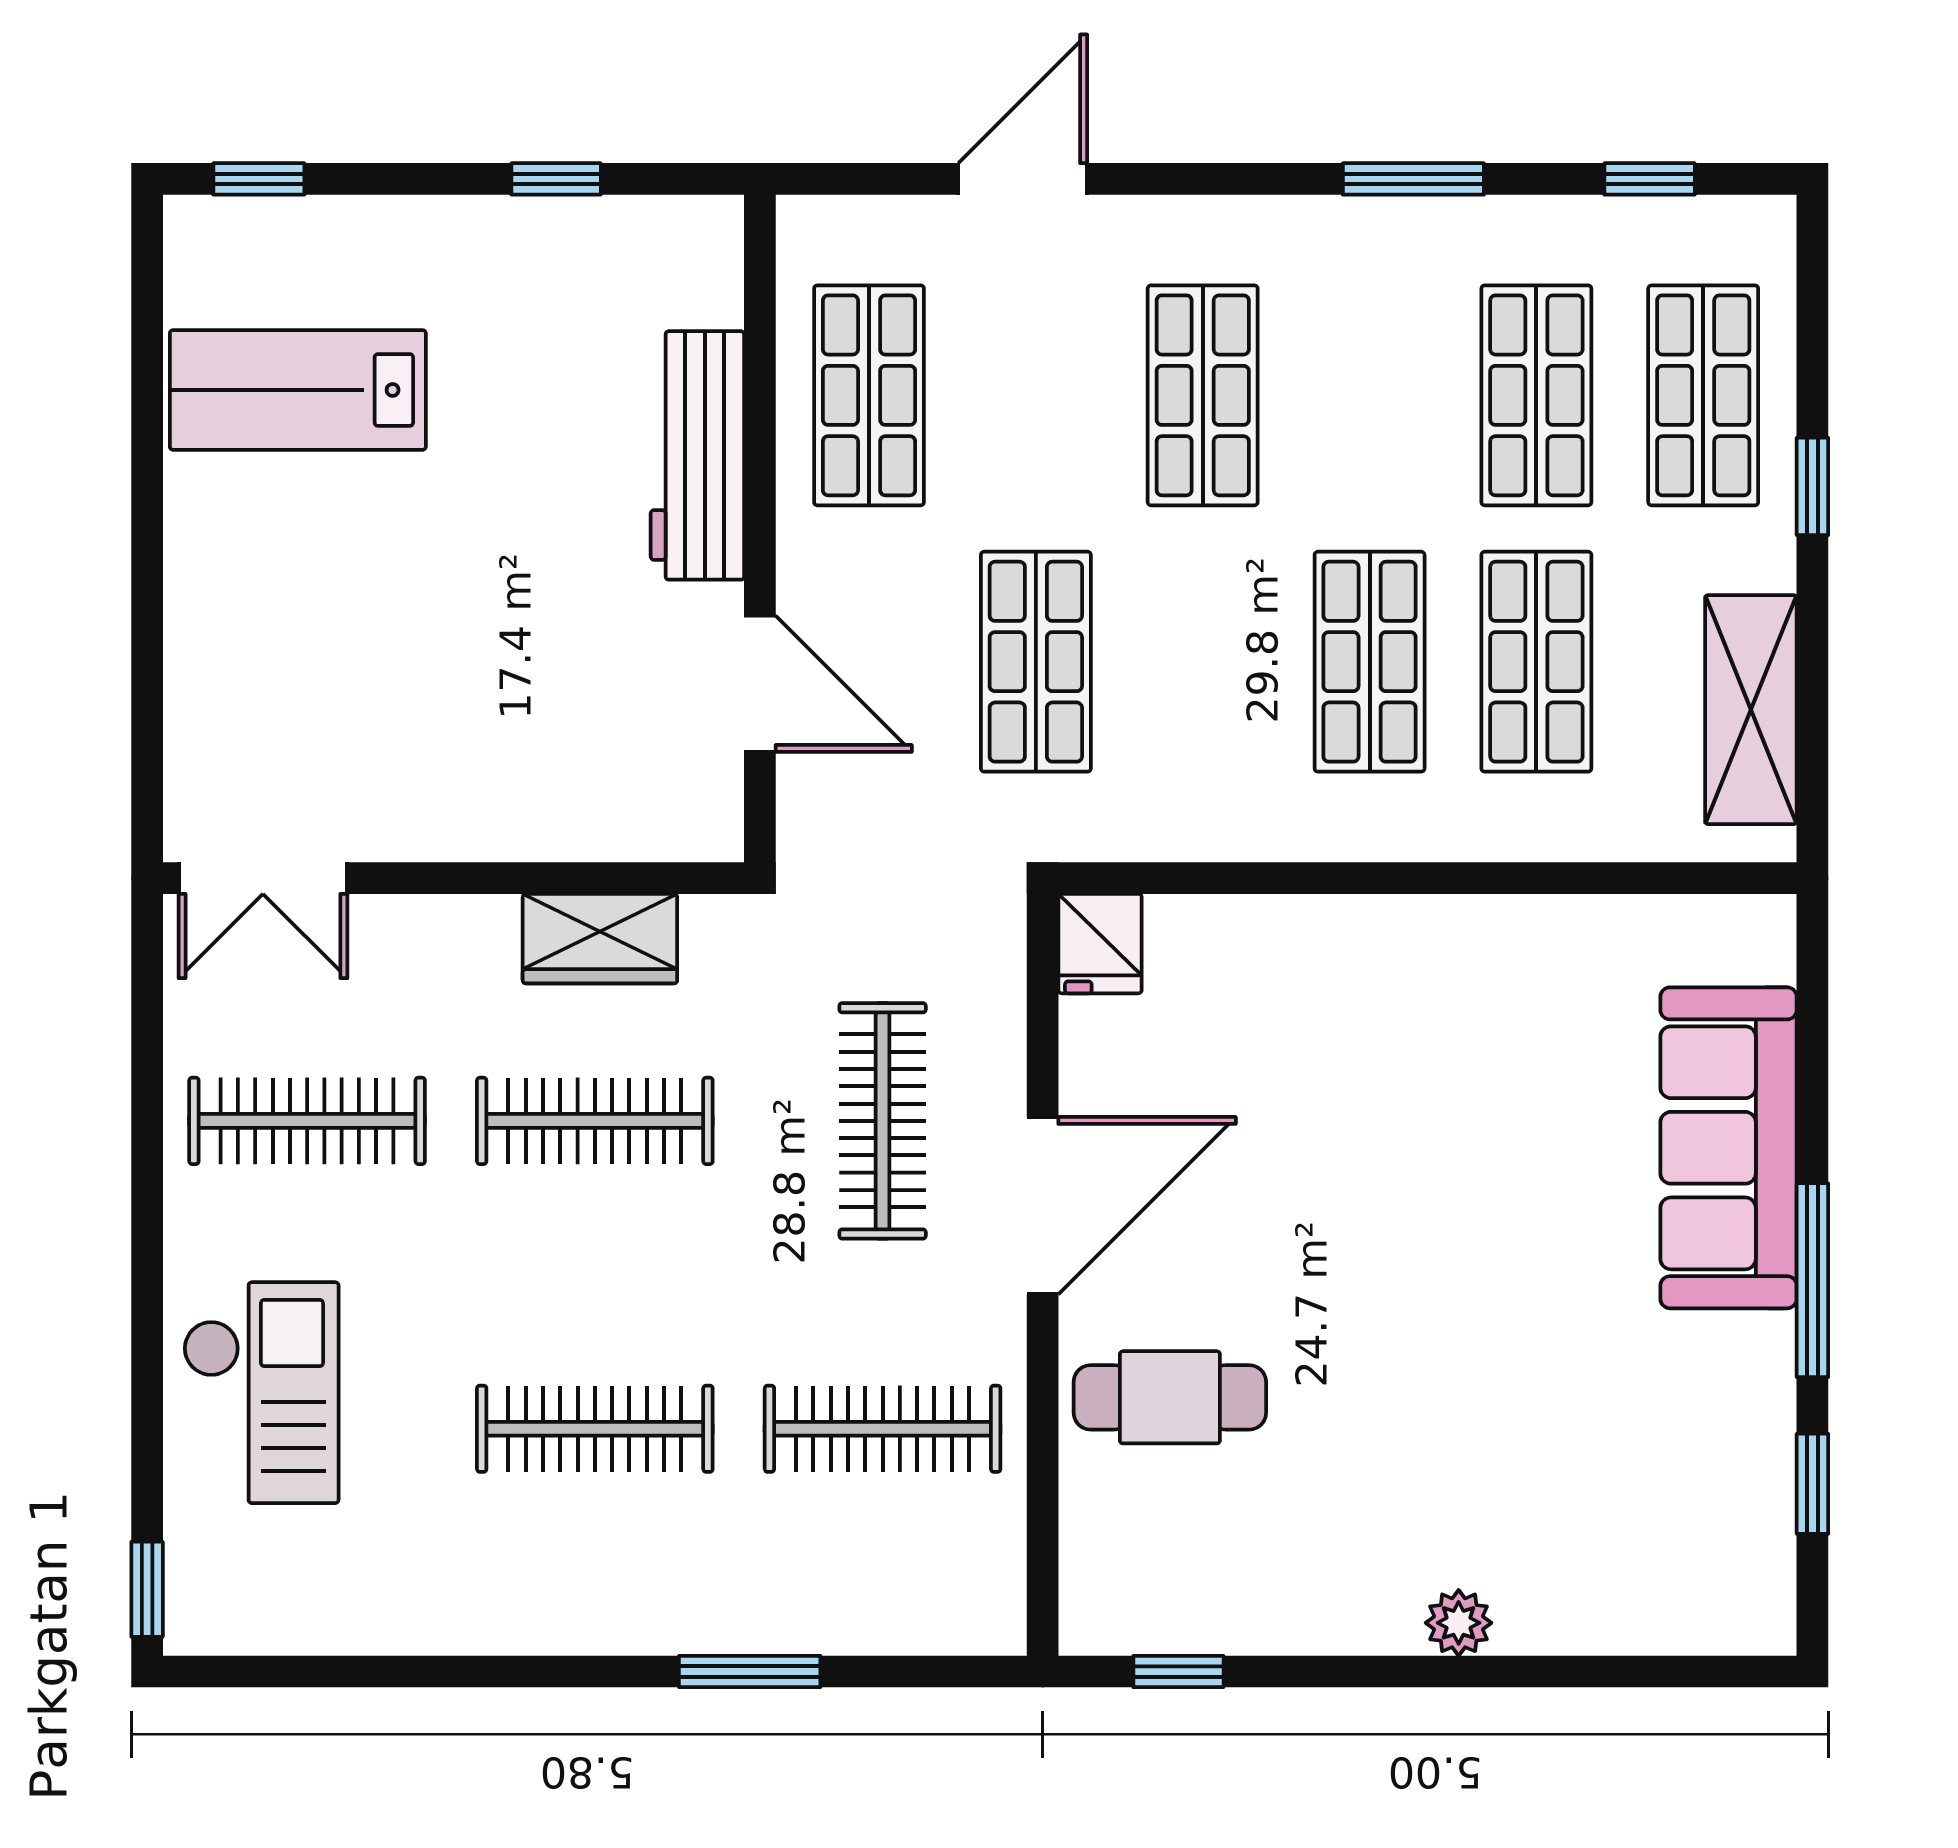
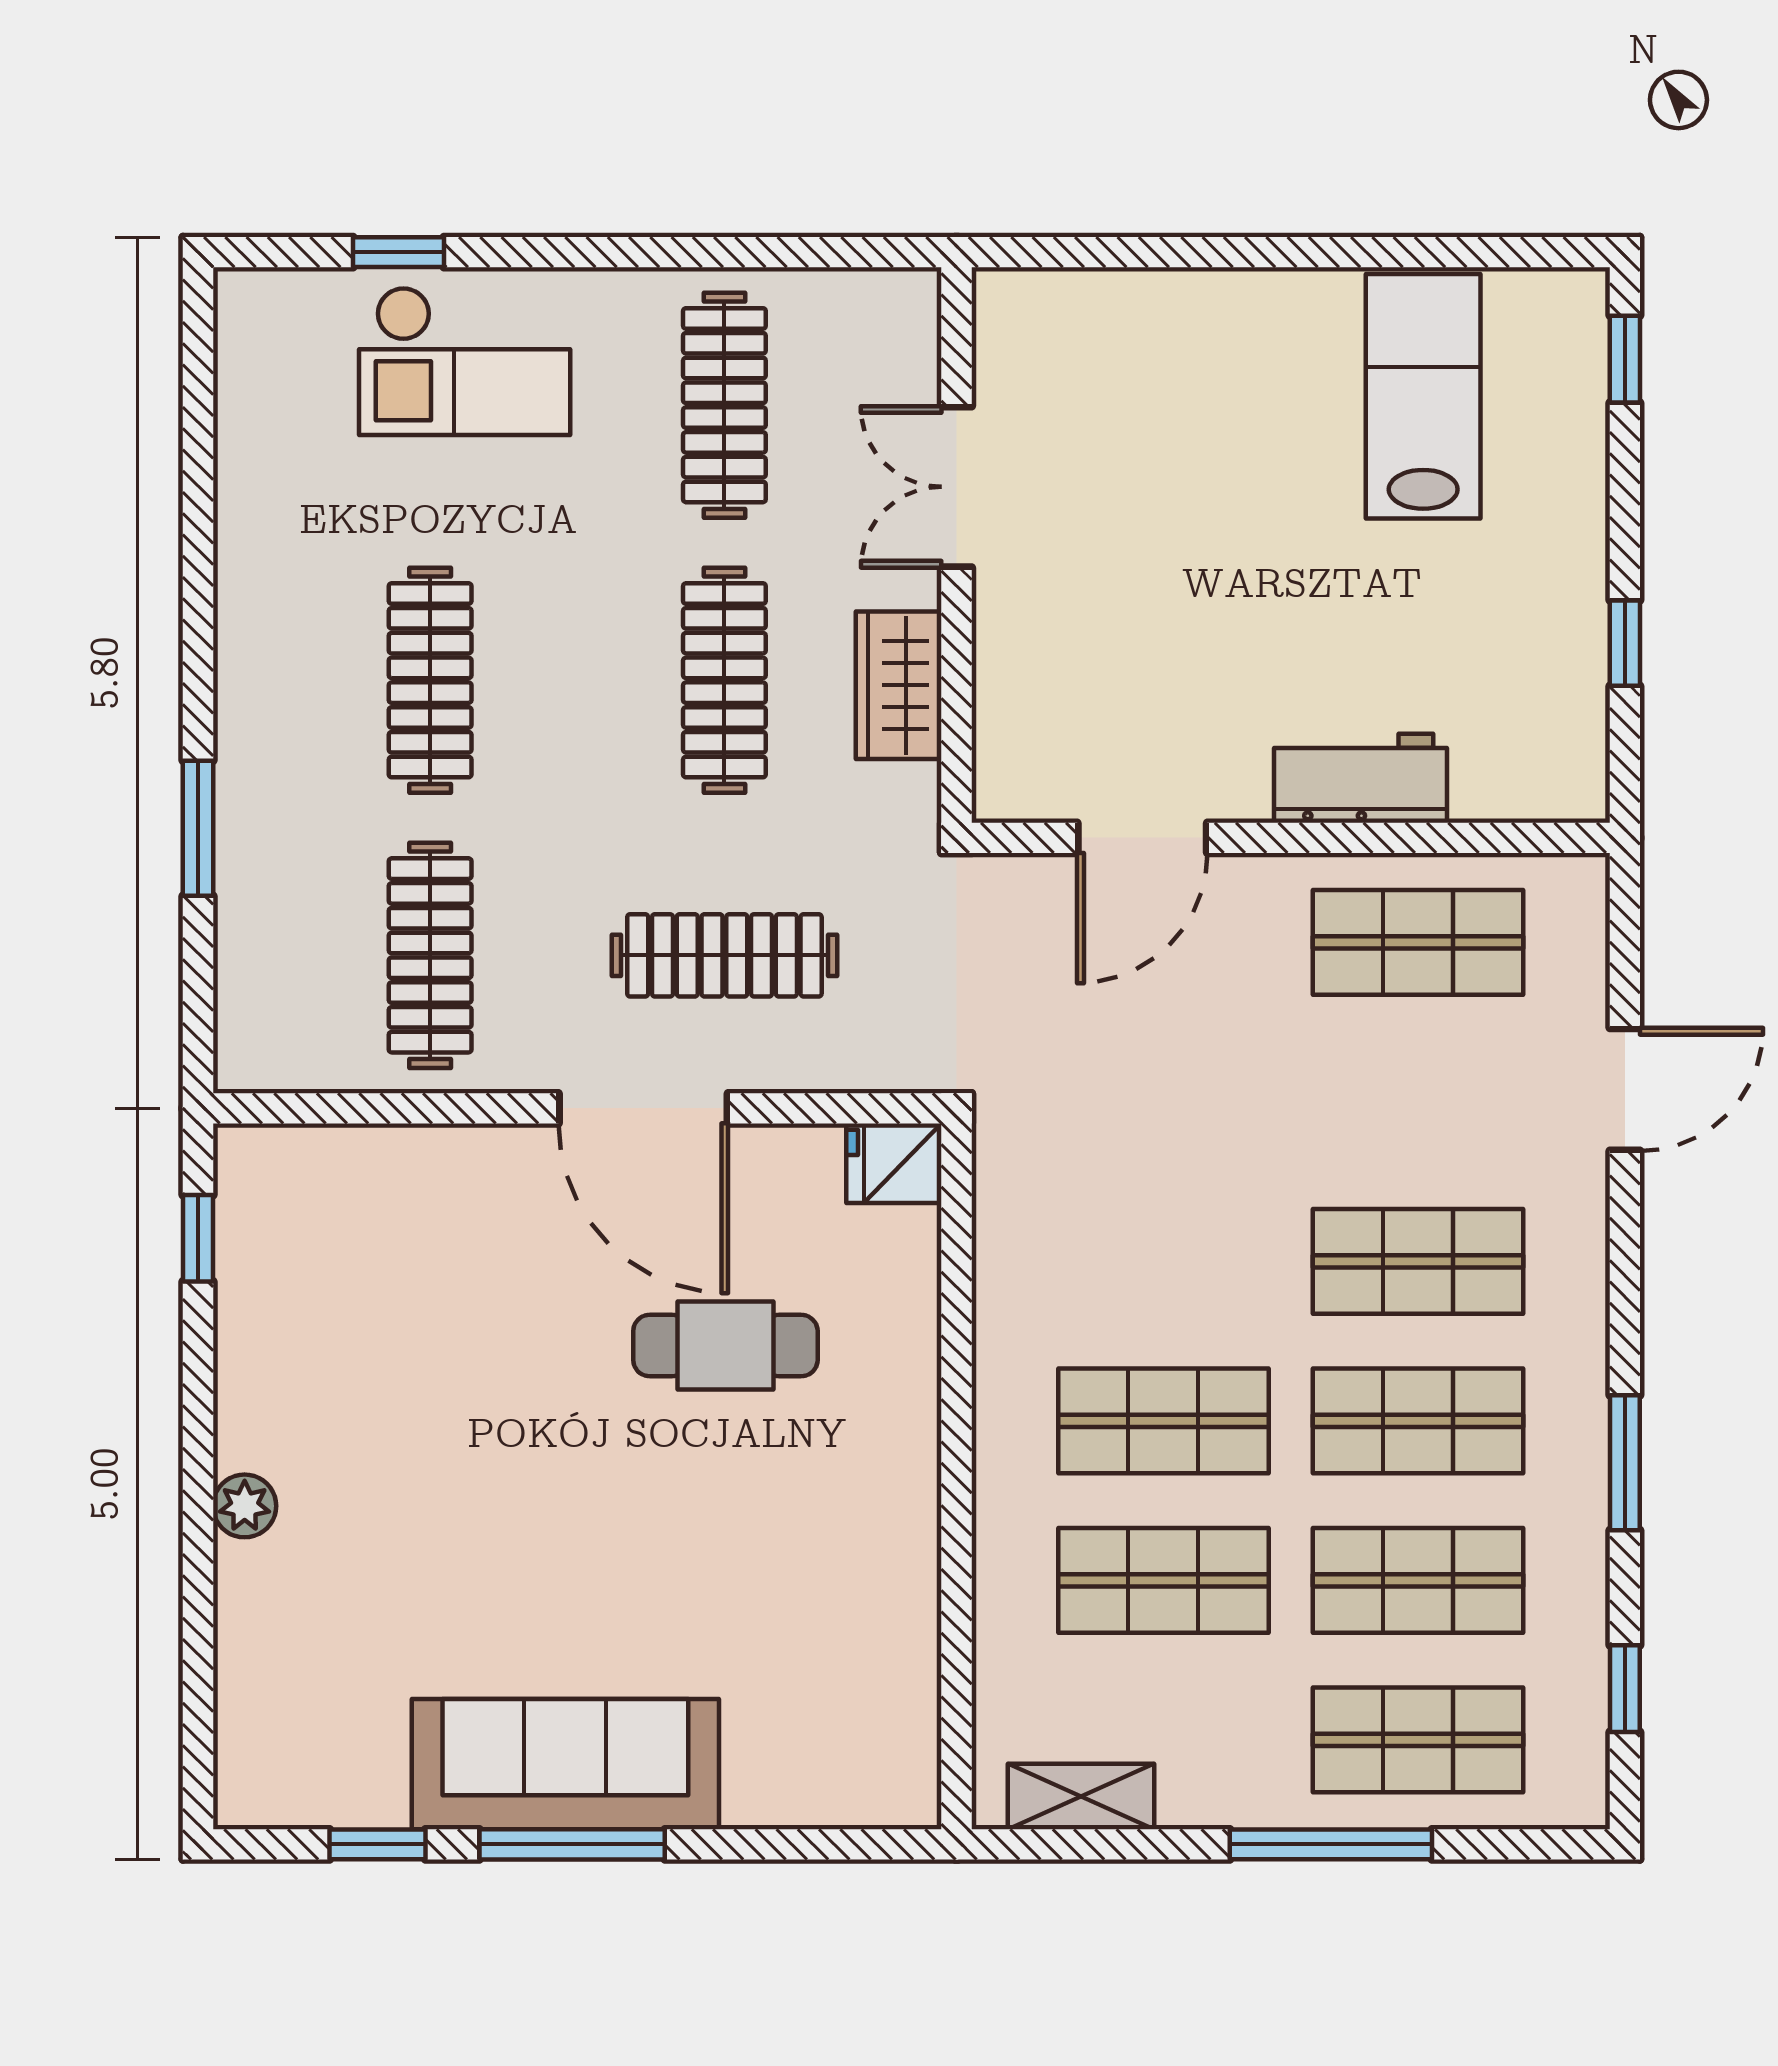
door: (1023, 179) -> (1625, 1089), hinge flipped
workbench: (697, 455) -> (1361, 778), width x0.73
window: (1812, 486) -> (1331, 1844), width x2.17
shop shelf: (1036, 662) -> (1418, 1421), moved
shelving: (1751, 710) -> (1081, 1796), width x0.67, depth x0.75
double door: (263, 878) -> (957, 487), moved
sofa: (1729, 1148) -> (565, 1764), moved
cafe table: (1170, 1397) -> (725, 1346), moved, turned 90
window: (147, 1589) -> (399, 252), moved

